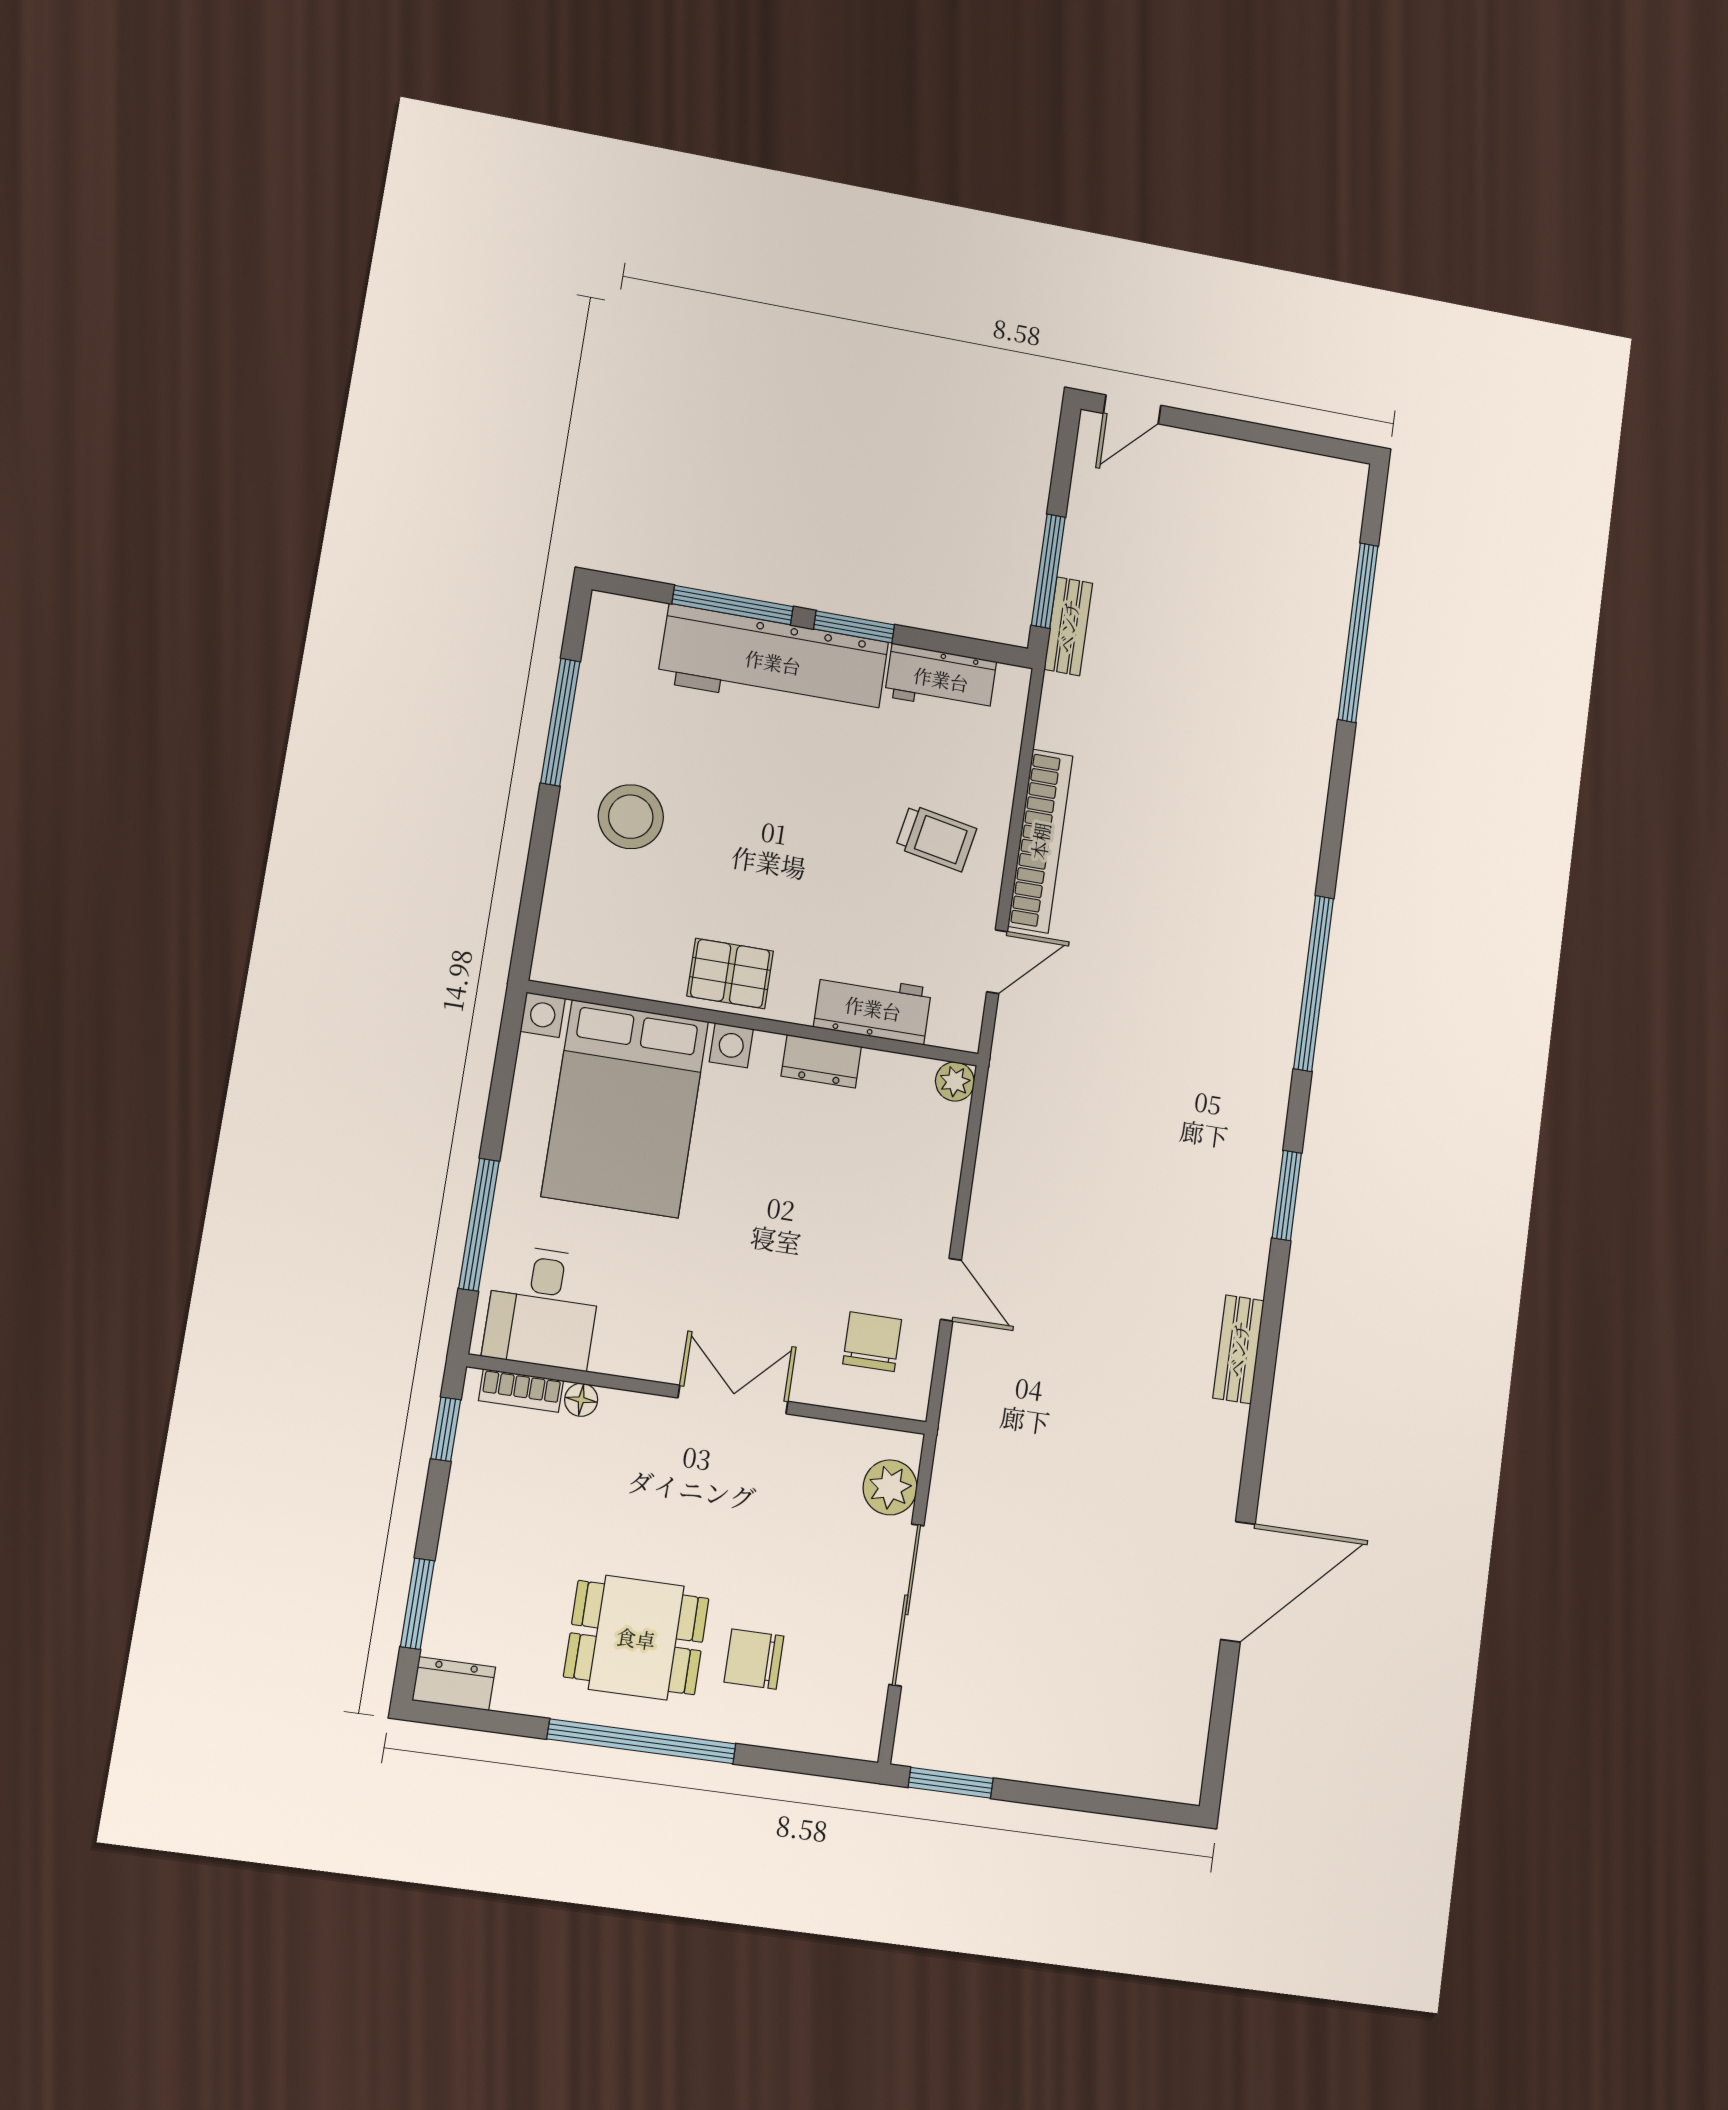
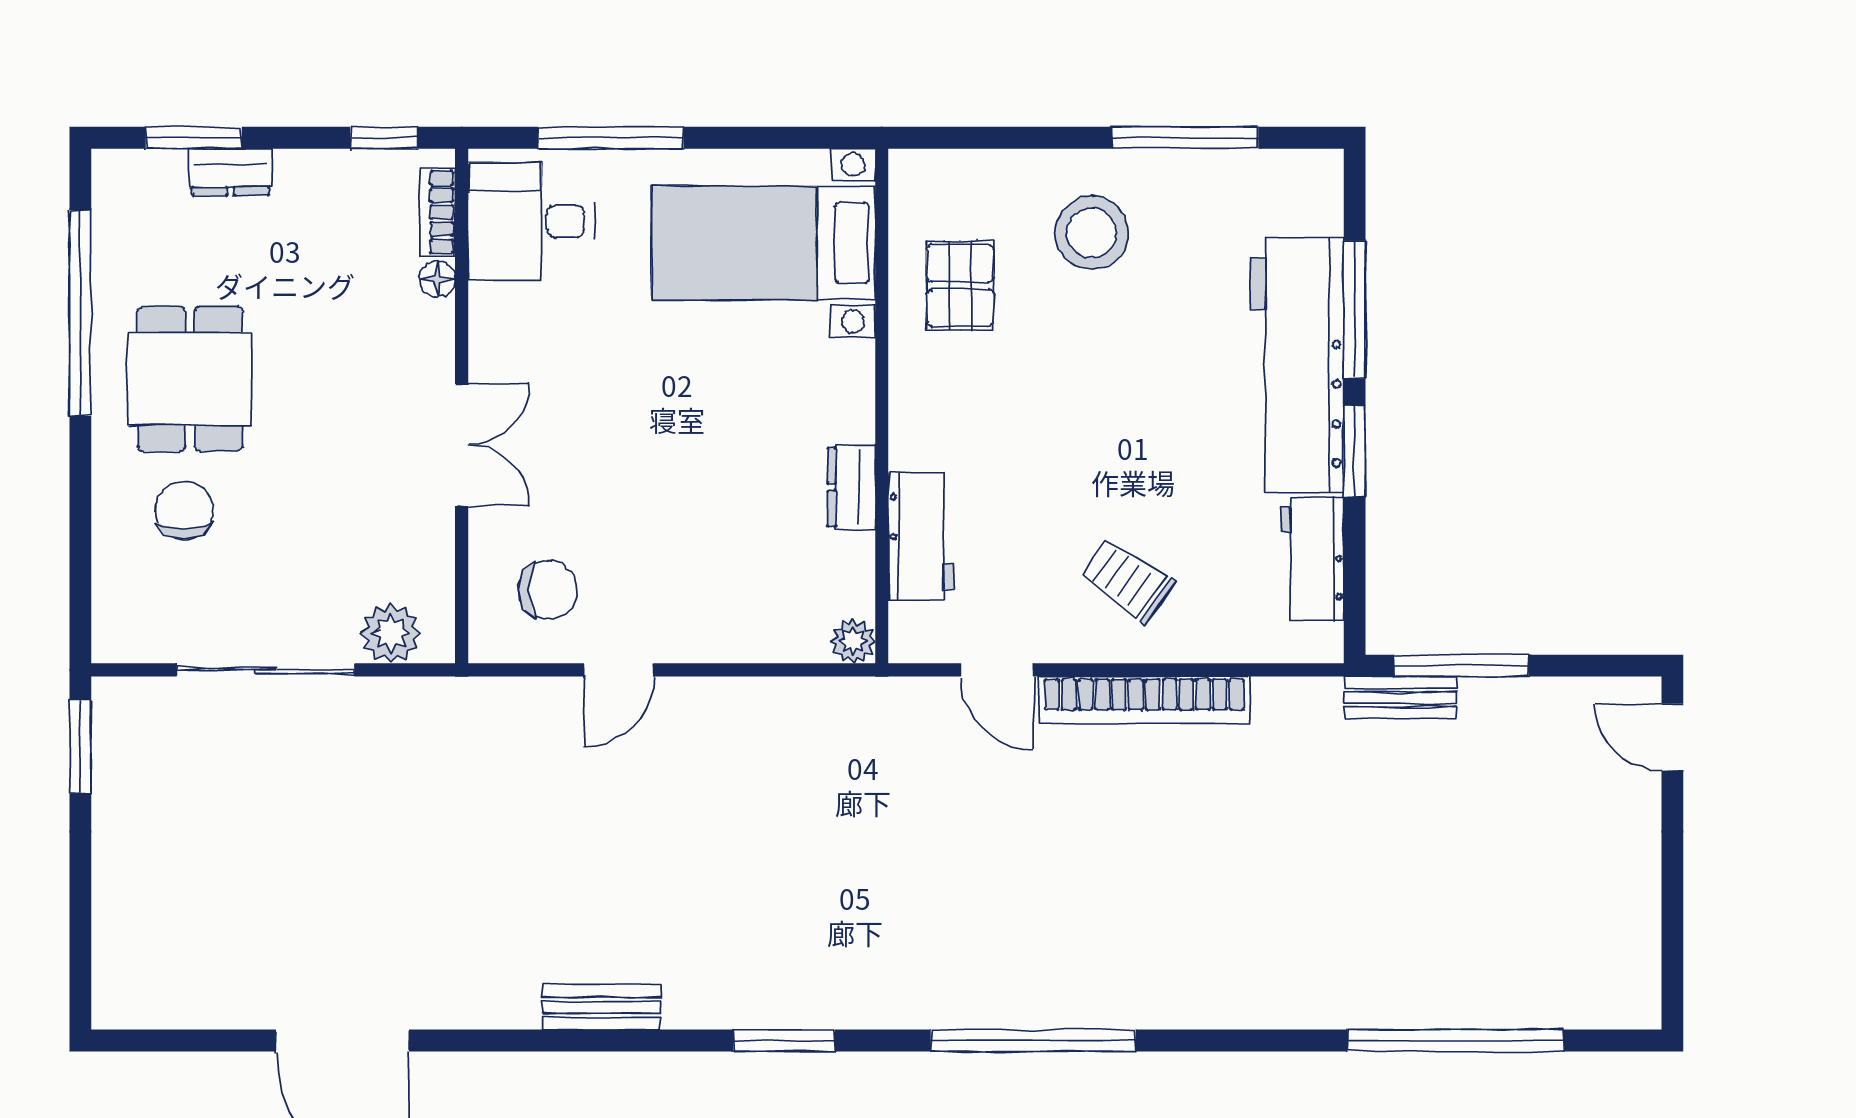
trolley: (936, 838) -> (1127, 580), turned 114
pallet: (730, 974) -> (960, 285), moved
bed with nightstands: (625, 1109) -> (763, 243), width x0.73
dresser: (454, 1684) -> (231, 172), moved, turned 90
window: (642, 1741) -> (80, 313), moved

